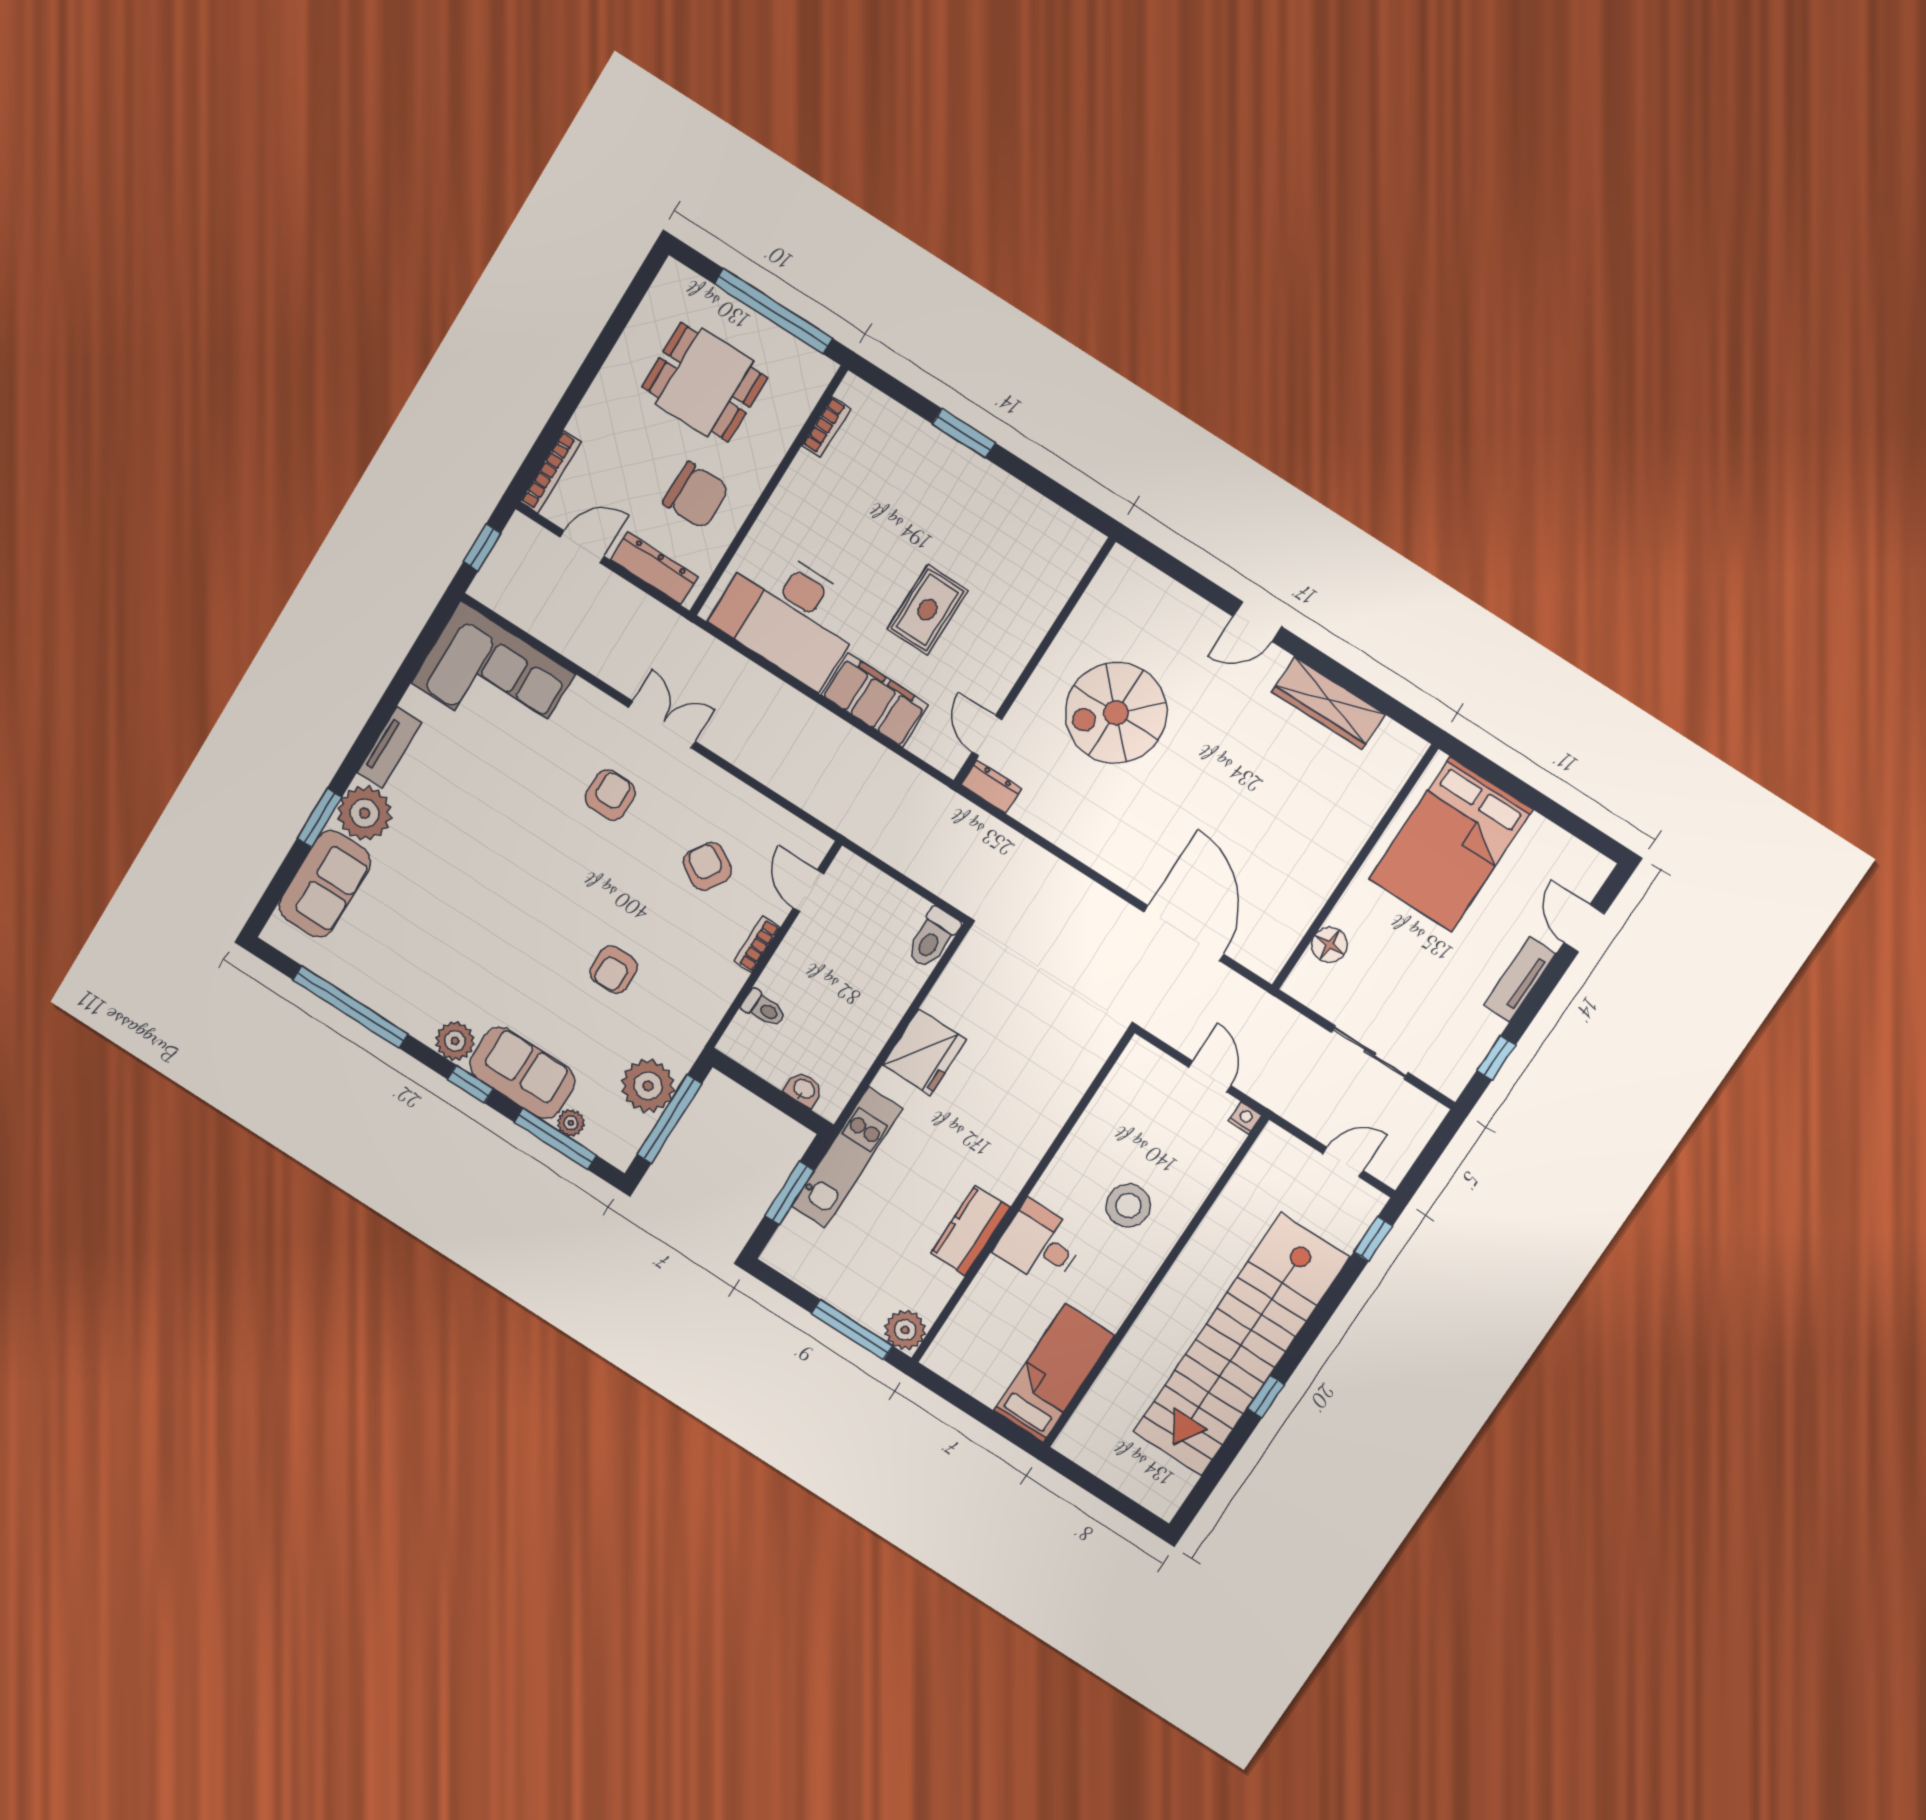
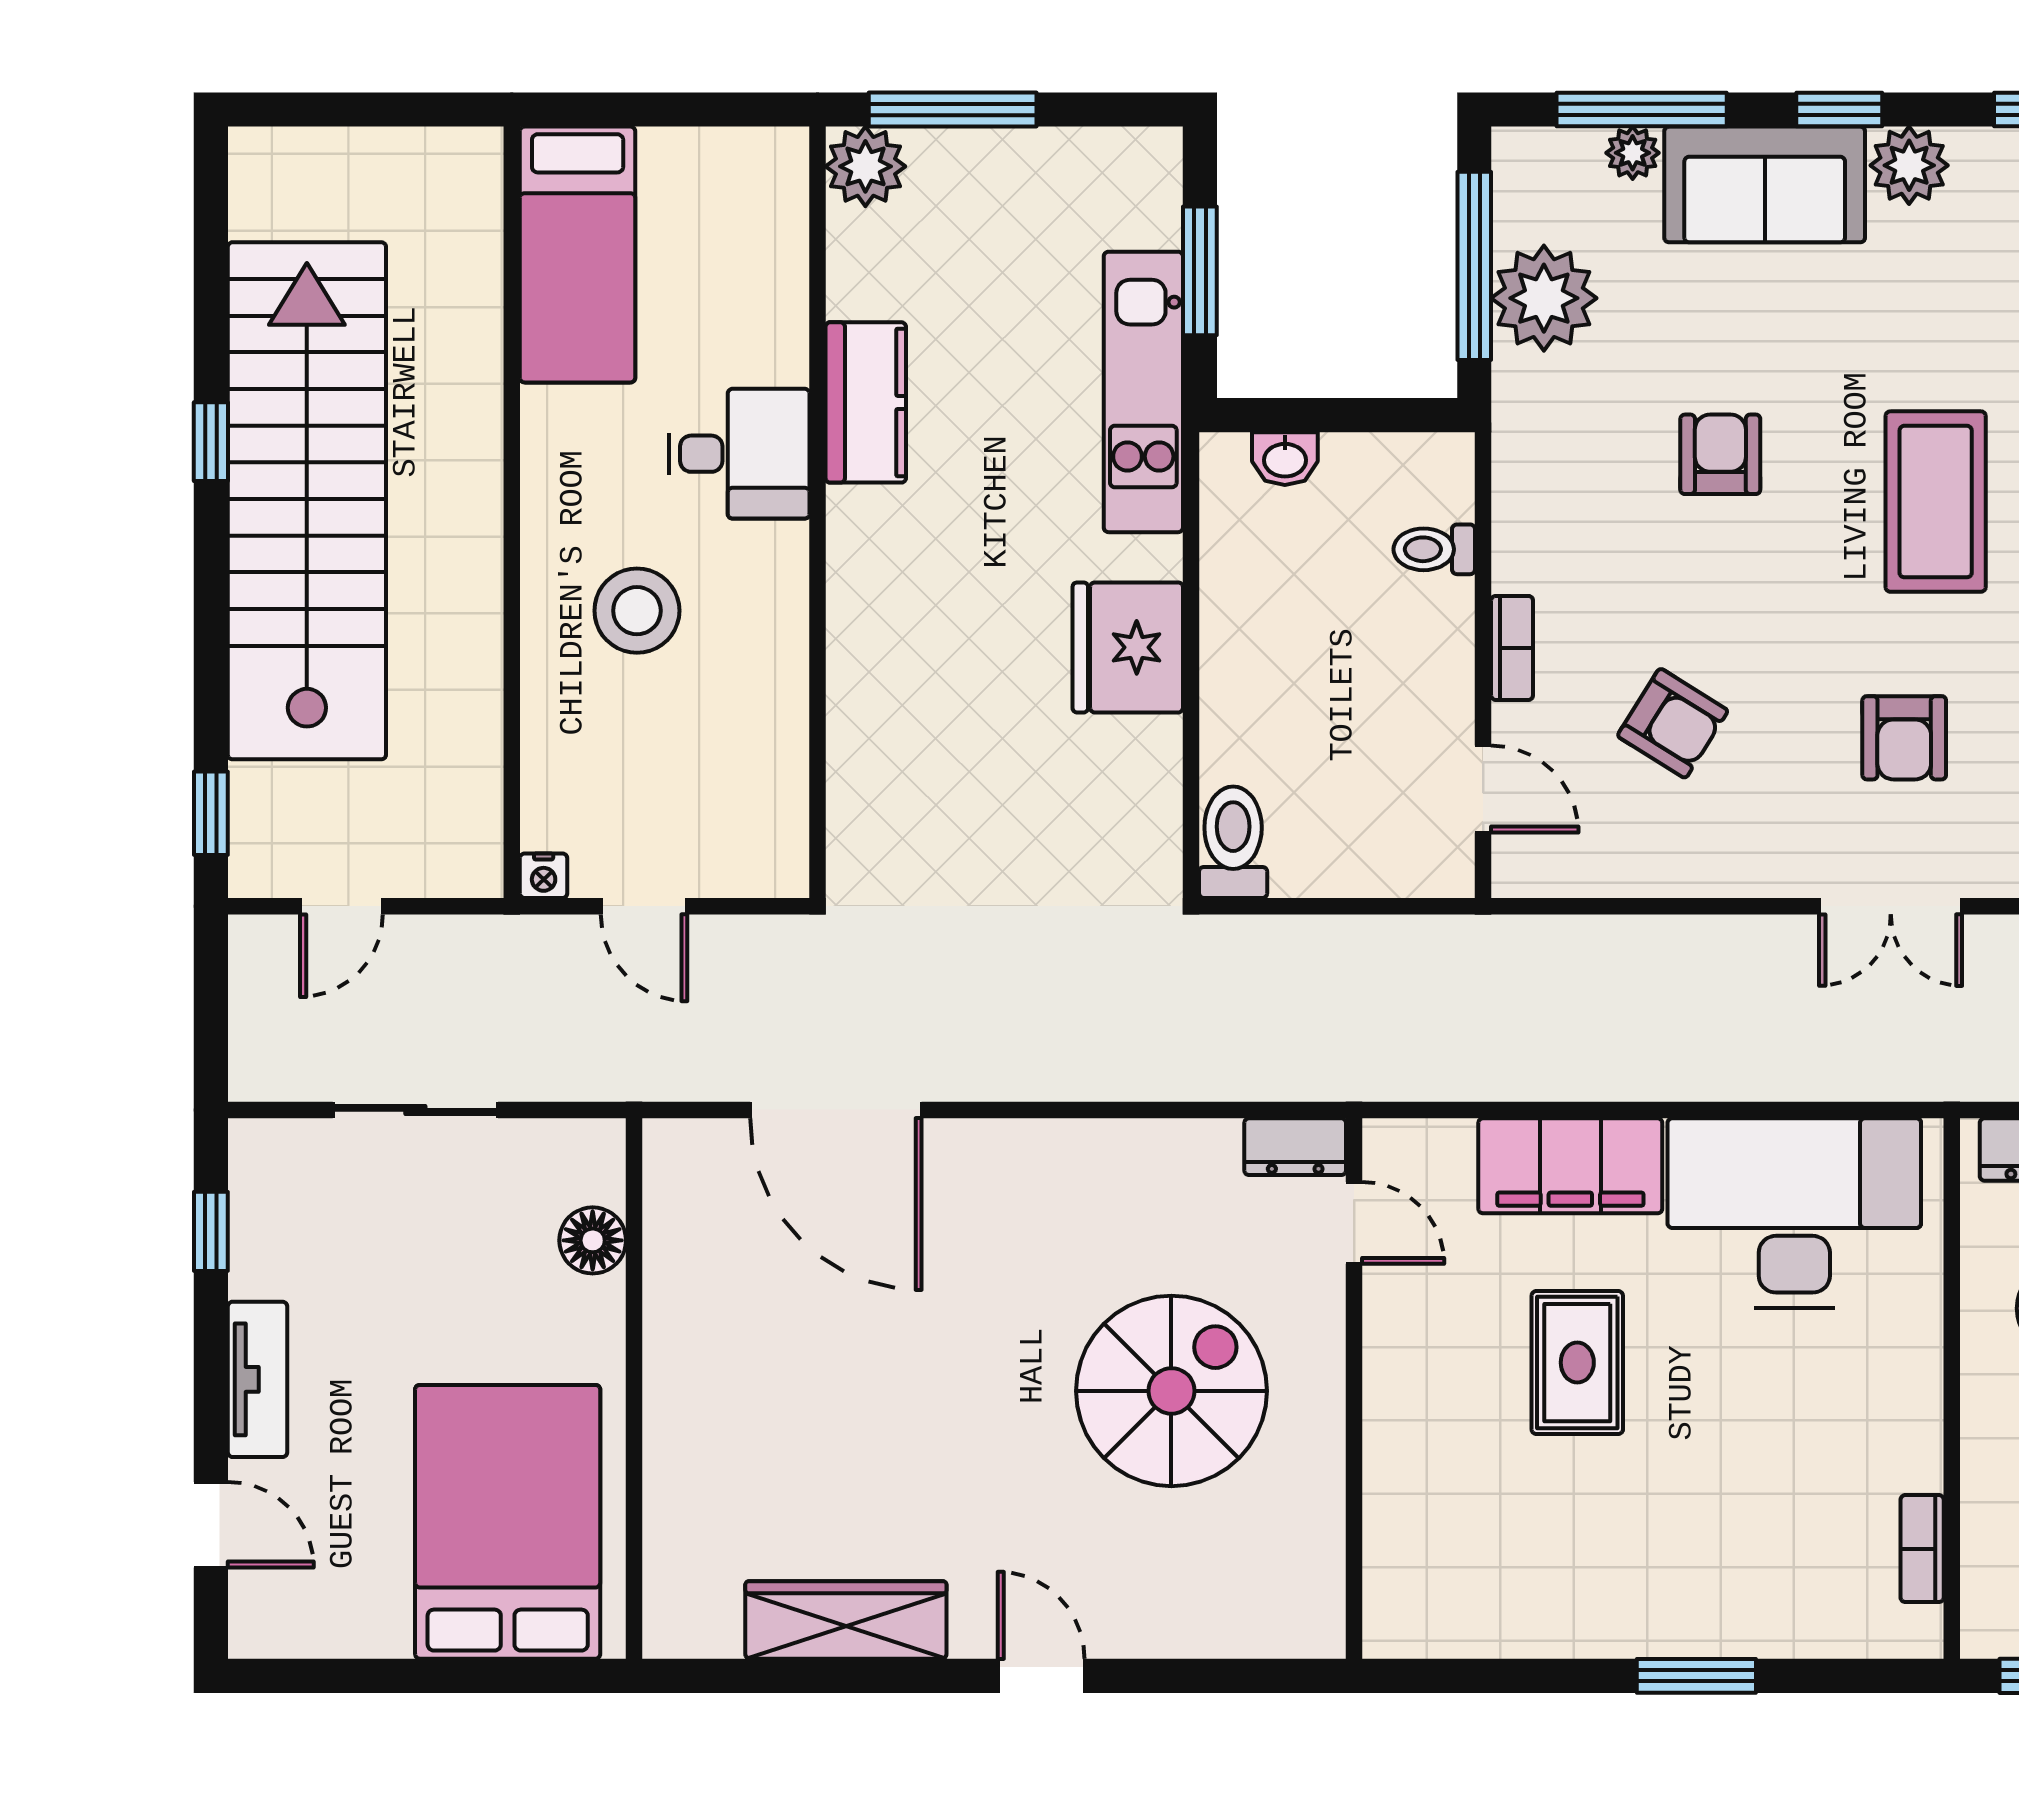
door: (1257, 622) -> (1041, 1676), hinge flipped
coffee table: (533, 889) -> (1936, 502), added

